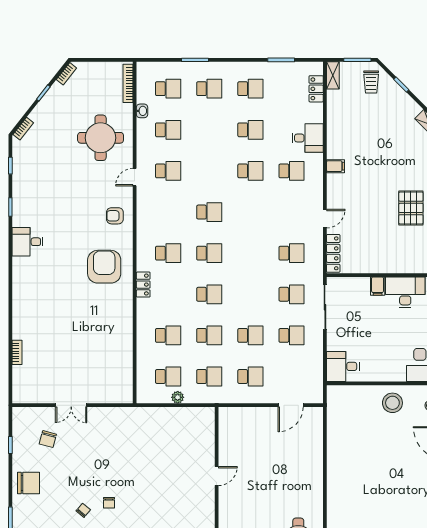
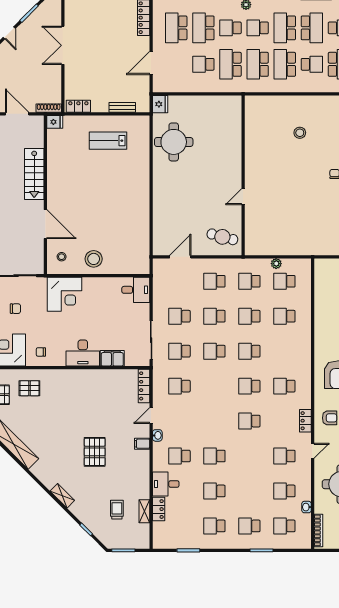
shelving: (333, 75) -> (144, 511), moved
trolley: (371, 82) -> (117, 510), moved
locker: (316, 89) -> (159, 509), moved
filing cabinet: (336, 166) -> (142, 444), moved
washbasin: (318, 195) -> (157, 435), added
pallet: (411, 208) -> (95, 452), moved
locker: (143, 285) -> (305, 421), moved
filing cabinet: (378, 286) -> (112, 358), width x2.00
school desk: (250, 294) -> (214, 351), added
cafe table: (241, 429) -> (222, 237), added

